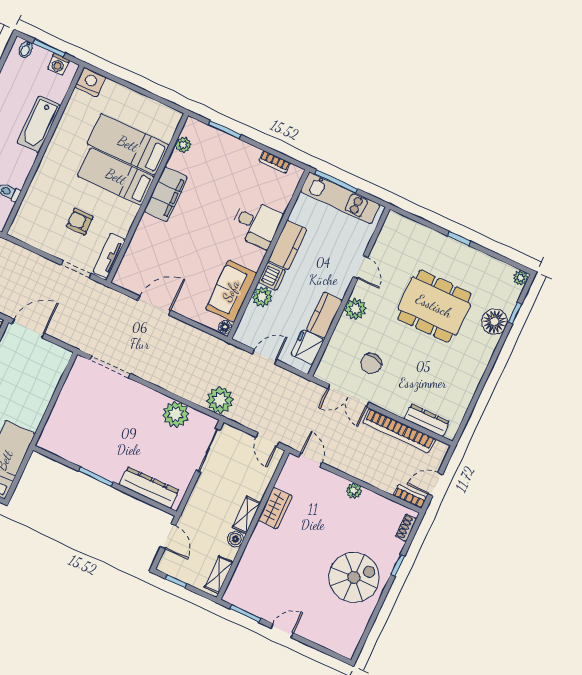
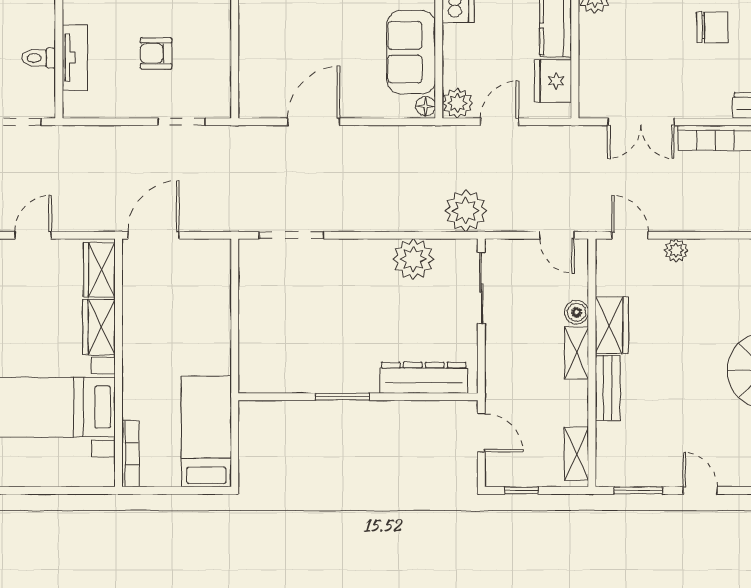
tv unit: (109, 256) -> (75, 58), moved, turned 180
plant: (262, 297) -> (458, 103), moved
chair: (371, 363) -> (713, 27), moved, turned -97
plant: (354, 491) -> (676, 250), moved
boiler: (235, 539) -> (577, 312), moved
bench: (255, 544) -> (608, 388), added
door: (282, 631) -> (700, 490), hinge flipped

